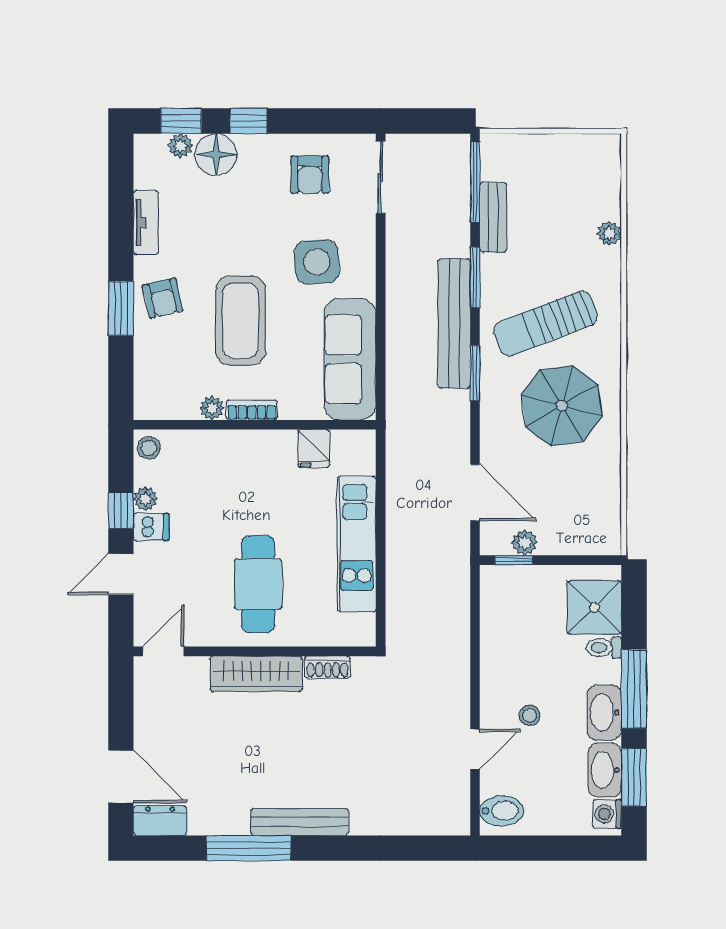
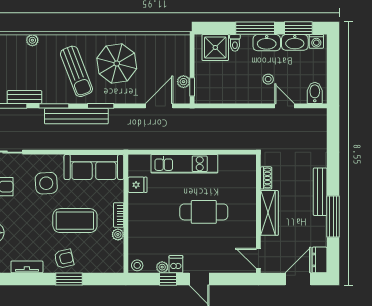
door: (163, 651) -> (258, 258), moved
wall: (255, 651) -> (258, 214), moved
shoe rack: (328, 667) -> (266, 178), moved
wardrobe: (256, 674) -> (269, 213), moved

